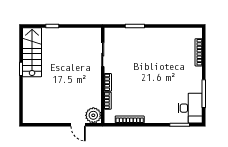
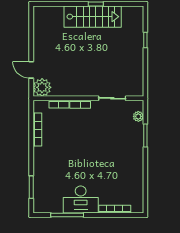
plant: (118, 32) -> (138, 116), added
stairs: (32, 52) -> (93, 17), moved
desk: (190, 108) -> (81, 199), moved
door: (78, 125) -> (31, 70), hinge flipped

